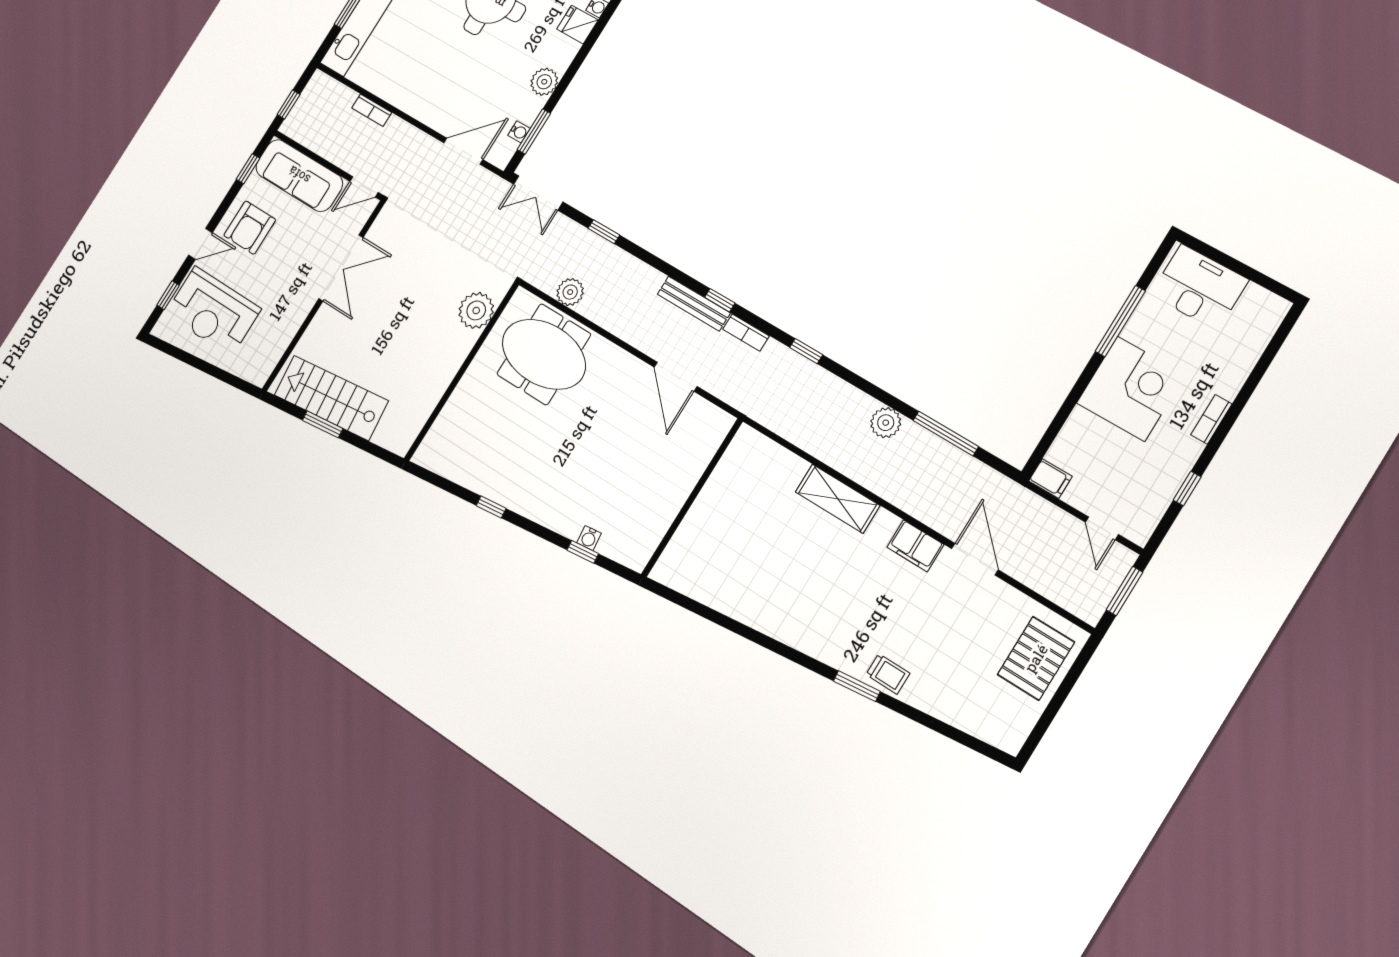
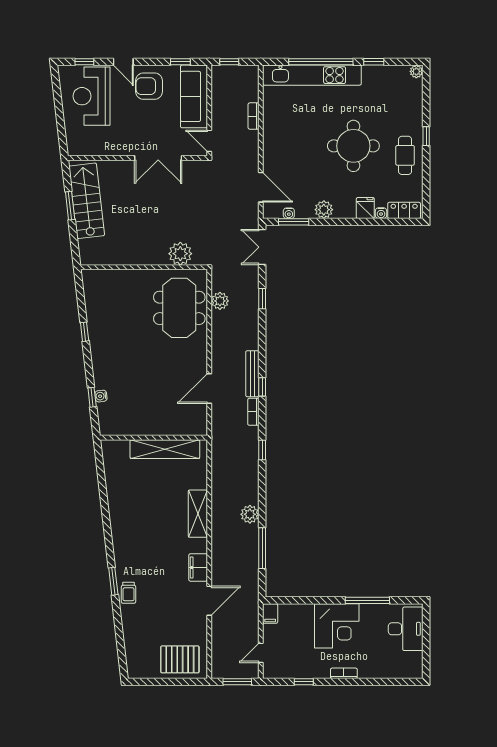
shelving: (718, 491) -> (165, 449), added

